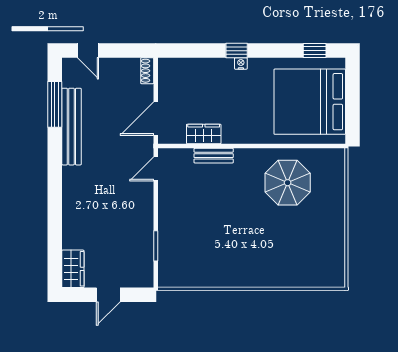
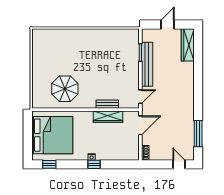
bench: (71, 127) -> (147, 64), moved
wardrobe: (204, 134) -> (108, 117), width x1.50
wardrobe: (73, 269) -> (188, 45), width x1.50

